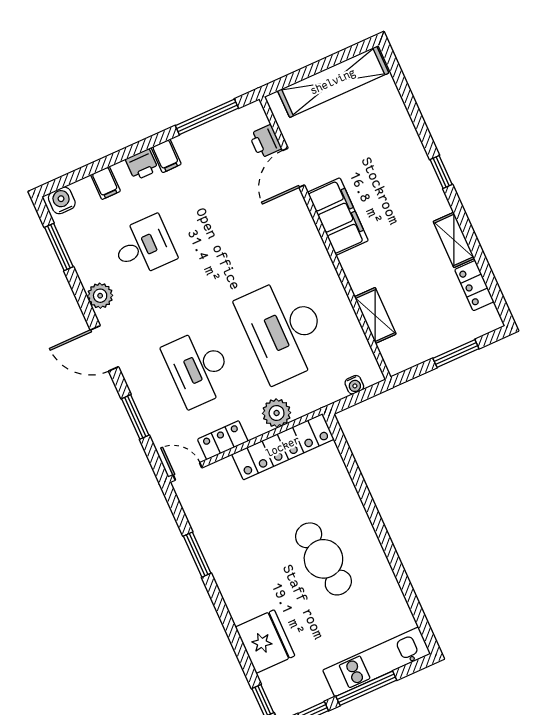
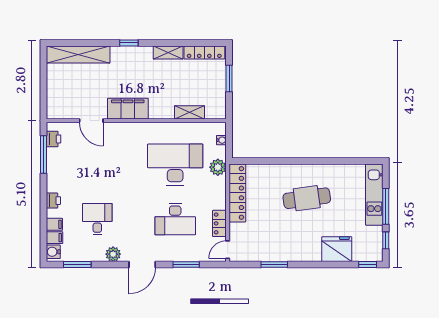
shelving: (333, 82) -> (78, 54), moved, turned 90
printer: (265, 141) -> (54, 139), moved, turned -90
filing cabinet: (166, 156) -> (54, 238), moved
locker: (474, 286) -> (204, 52), width x1.53
desk: (284, 330) -> (175, 165), turned 180
plant: (277, 413) -> (218, 167), moved

